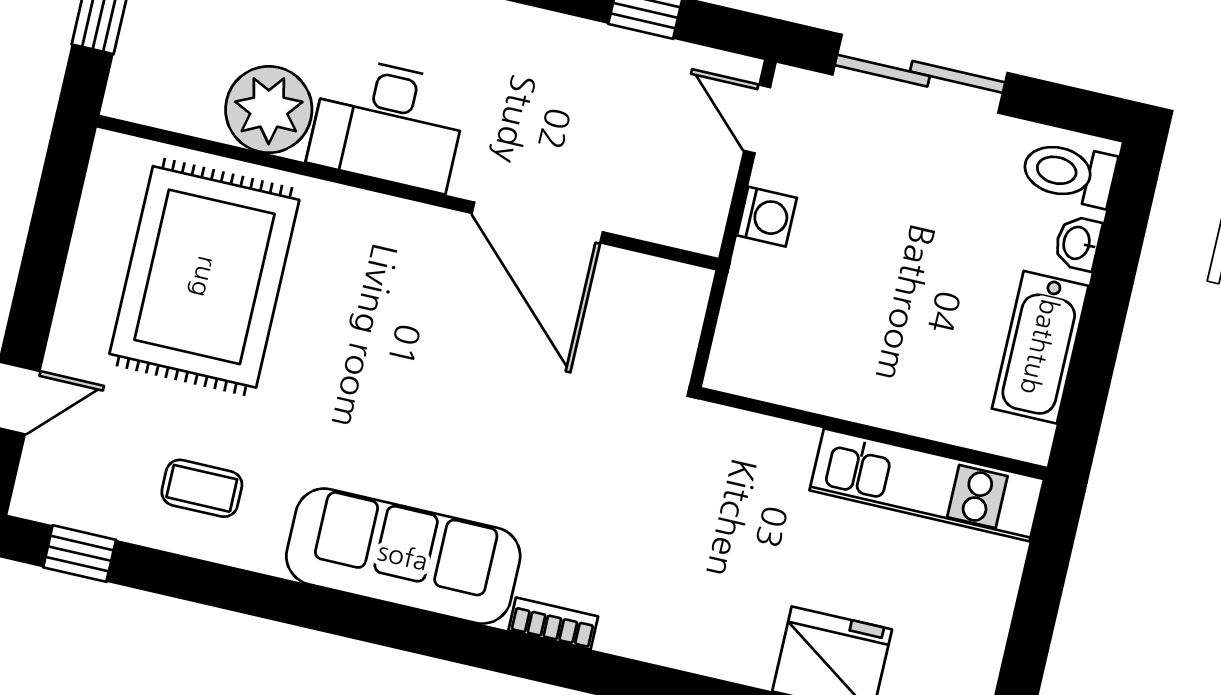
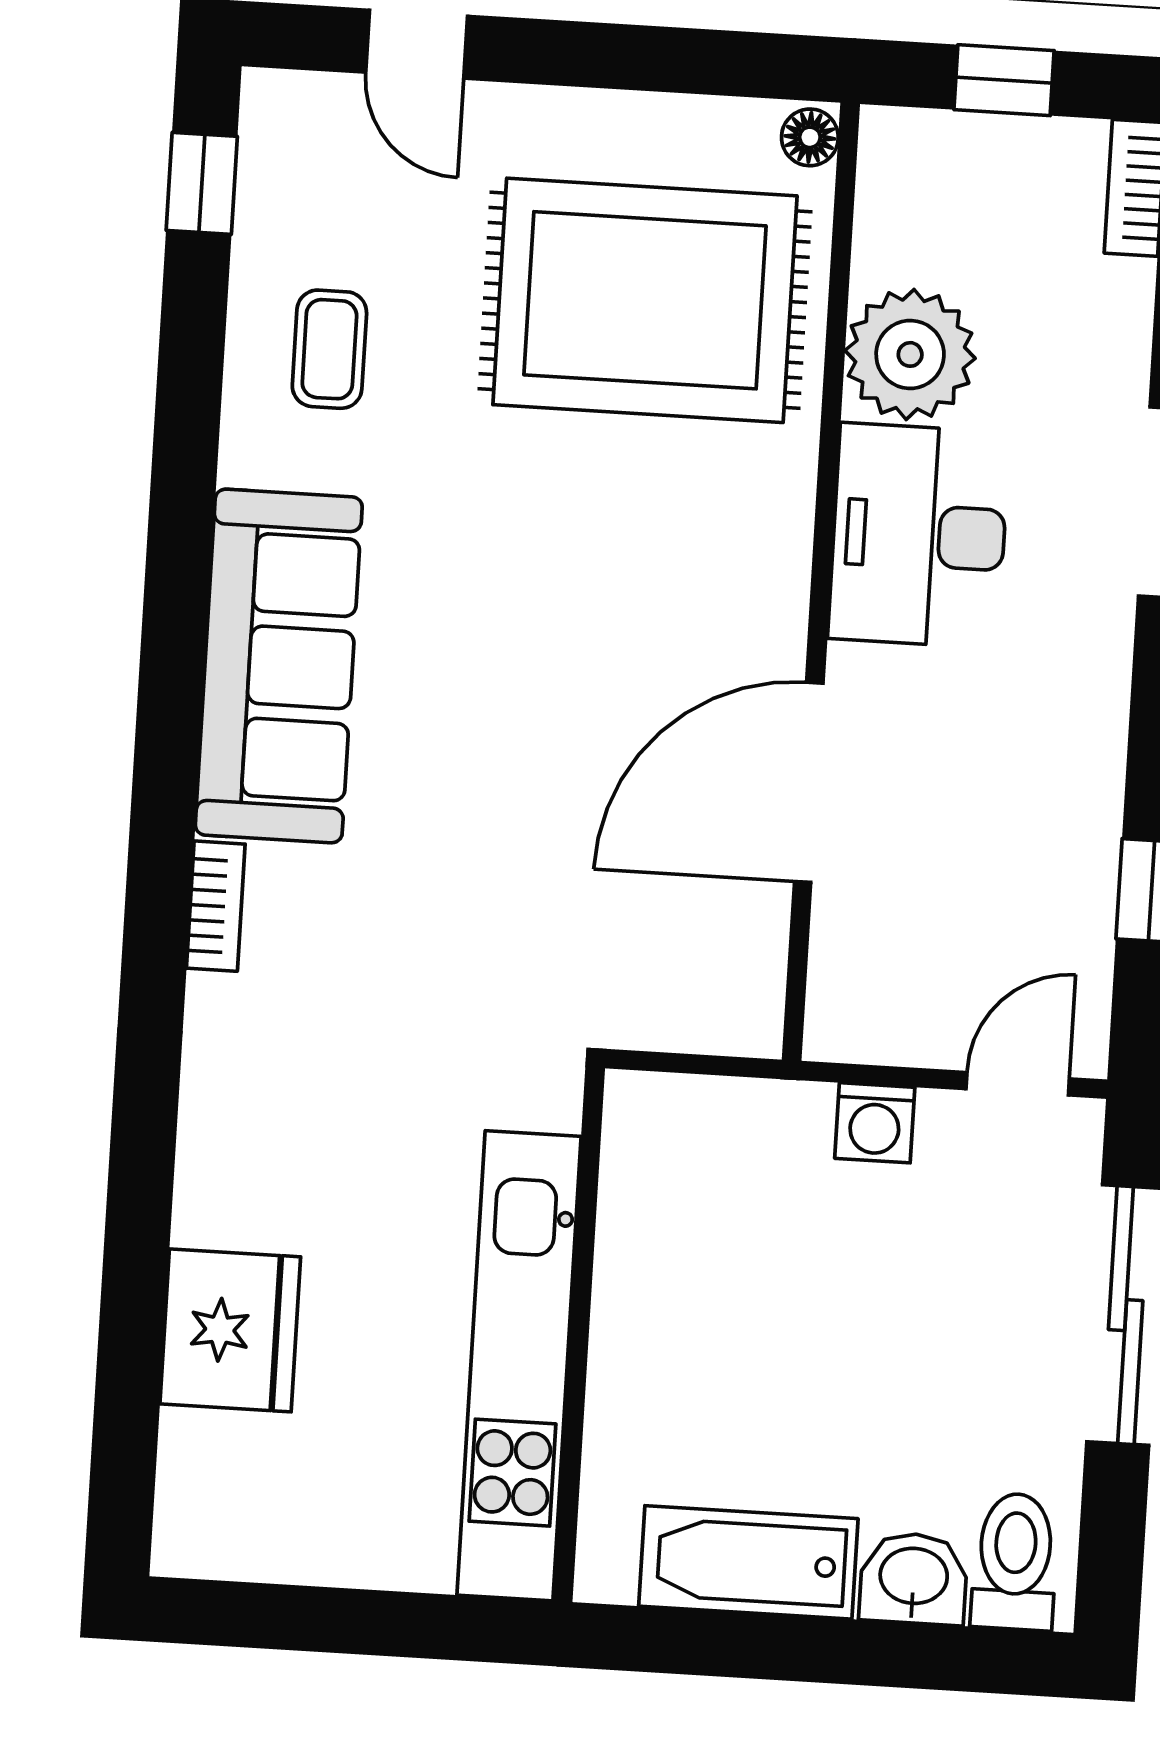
floor lamp: (116, 151) -> (810, 137), added
washbasin: (1078, 243) -> (914, 1578), width x1.38, depth x1.45
kitchen unit: (927, 485) -> (519, 1366), width x1.36

